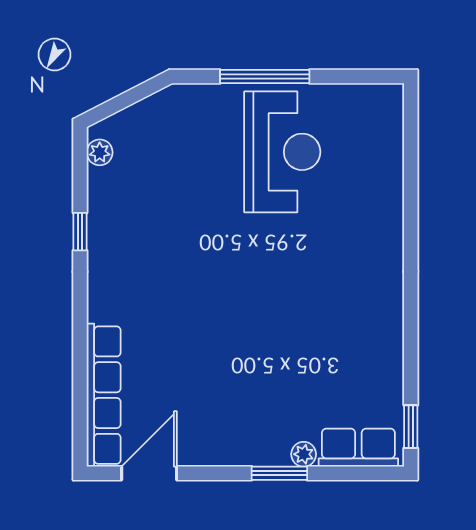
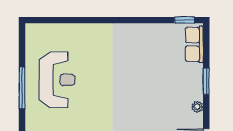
reception desk: (282, 152) -> (57, 80), turned 90
plant: (304, 454) -> (197, 107), moved

